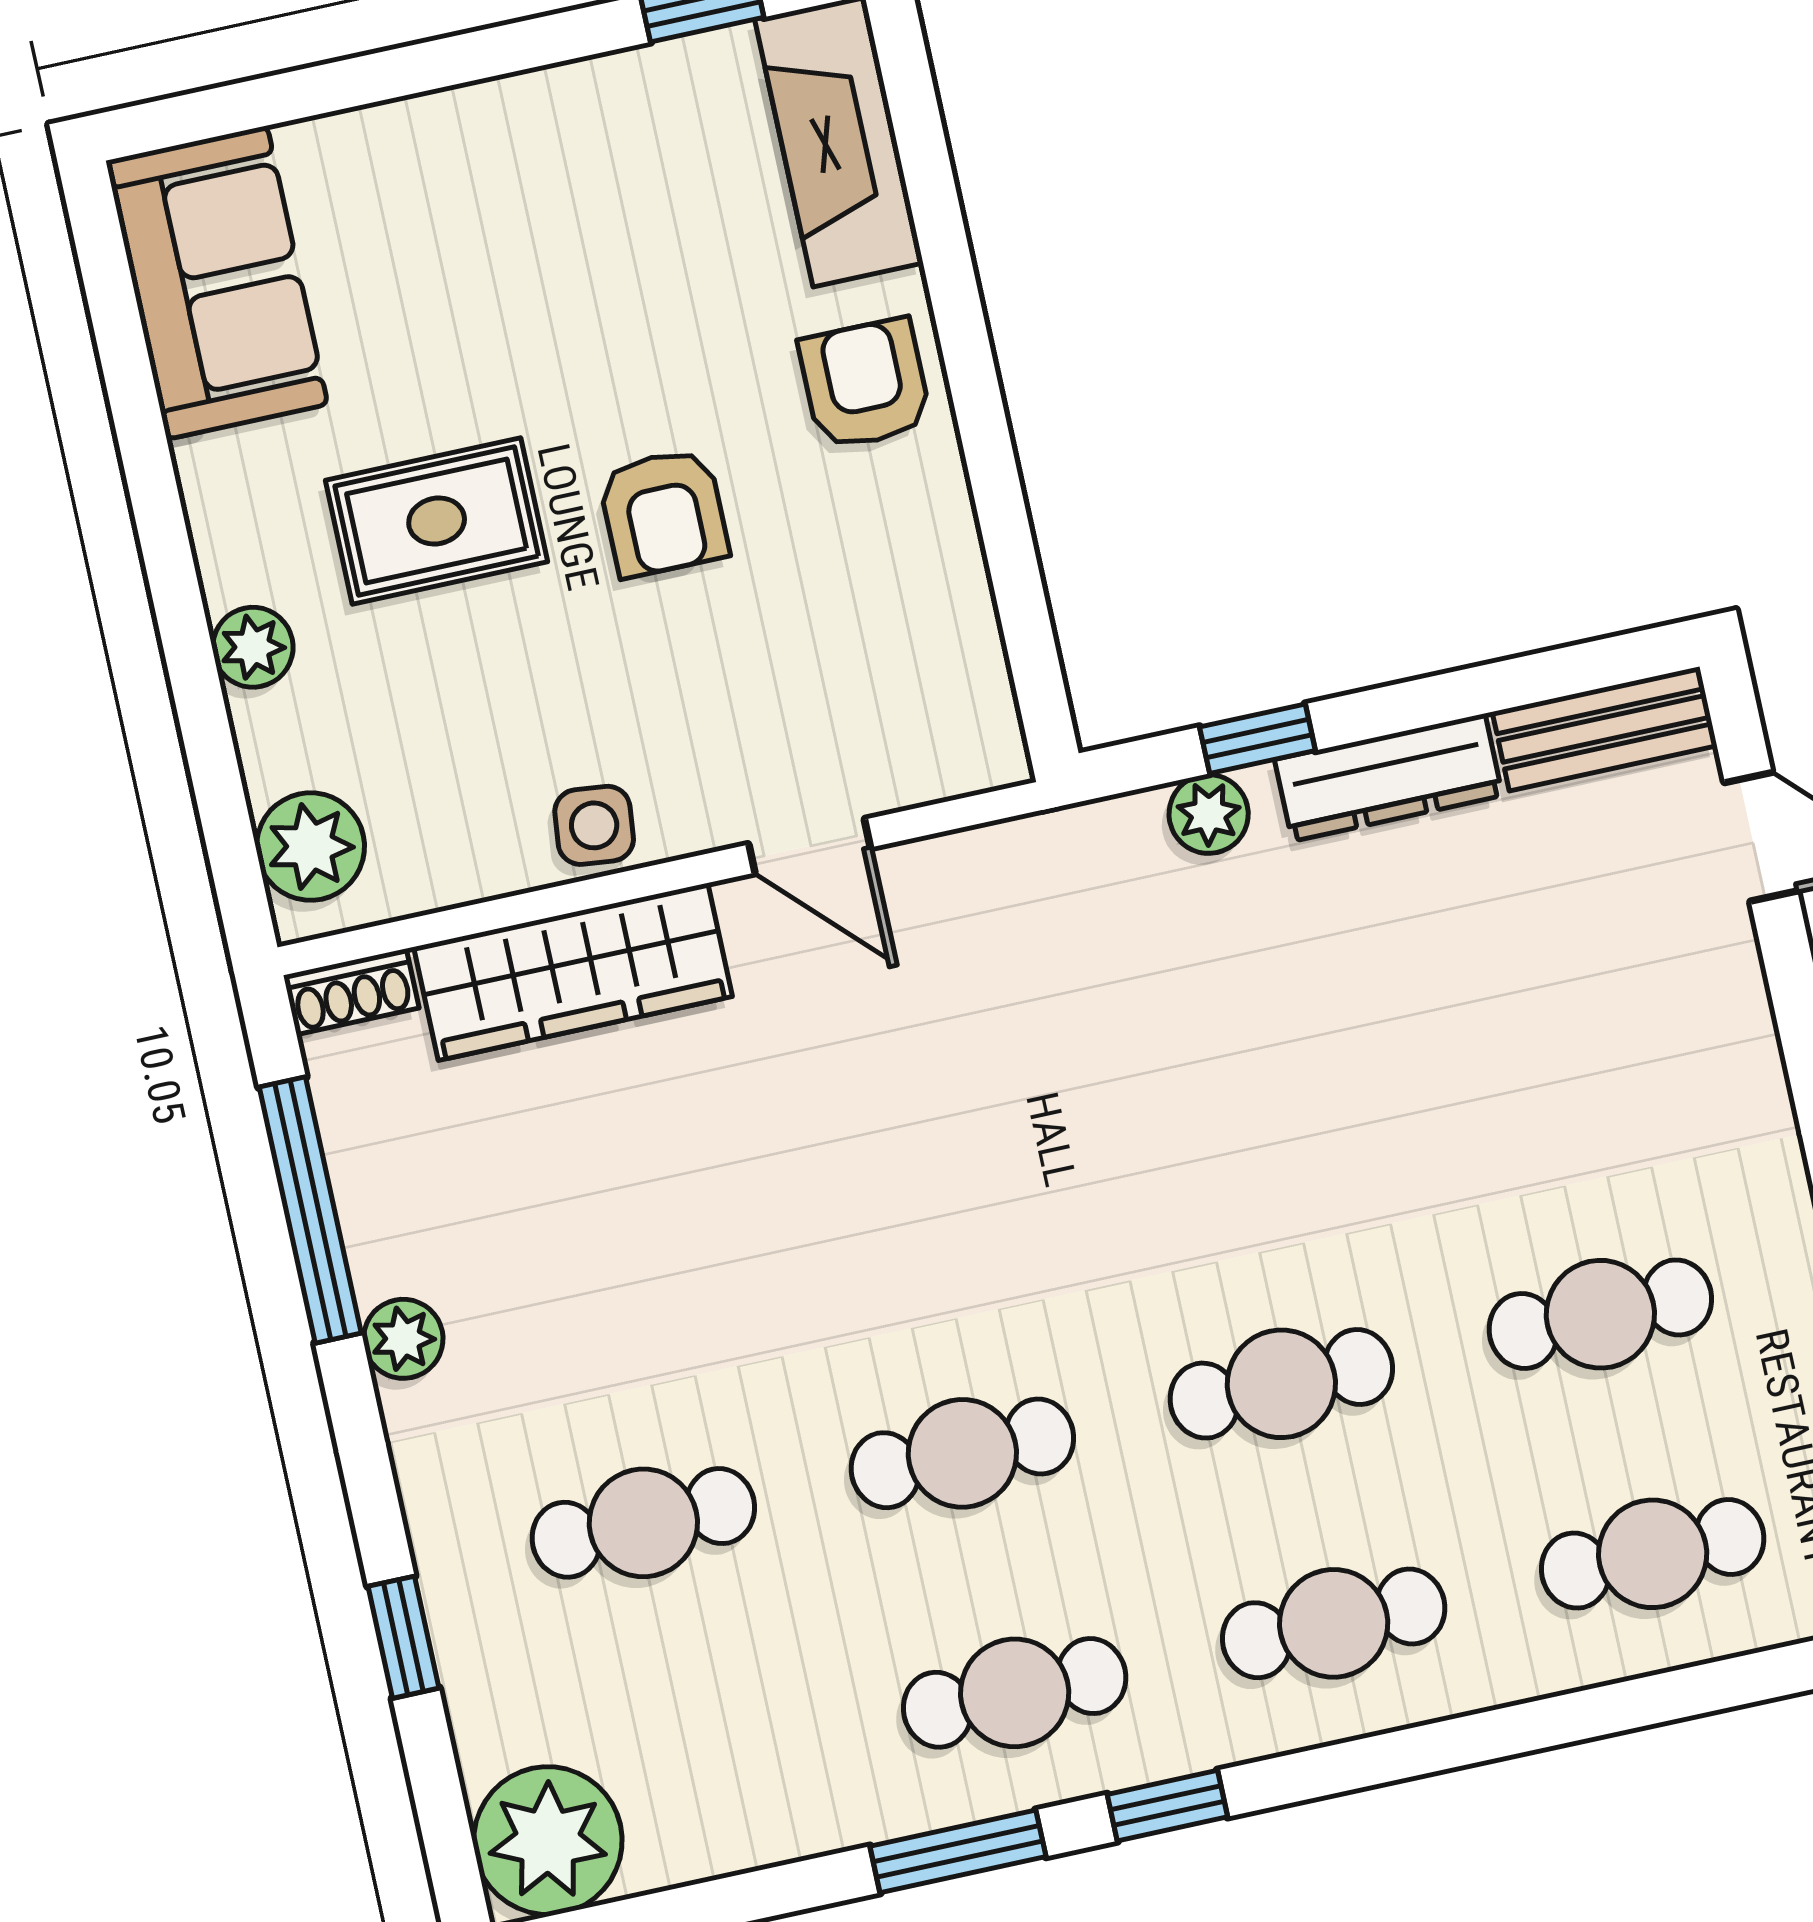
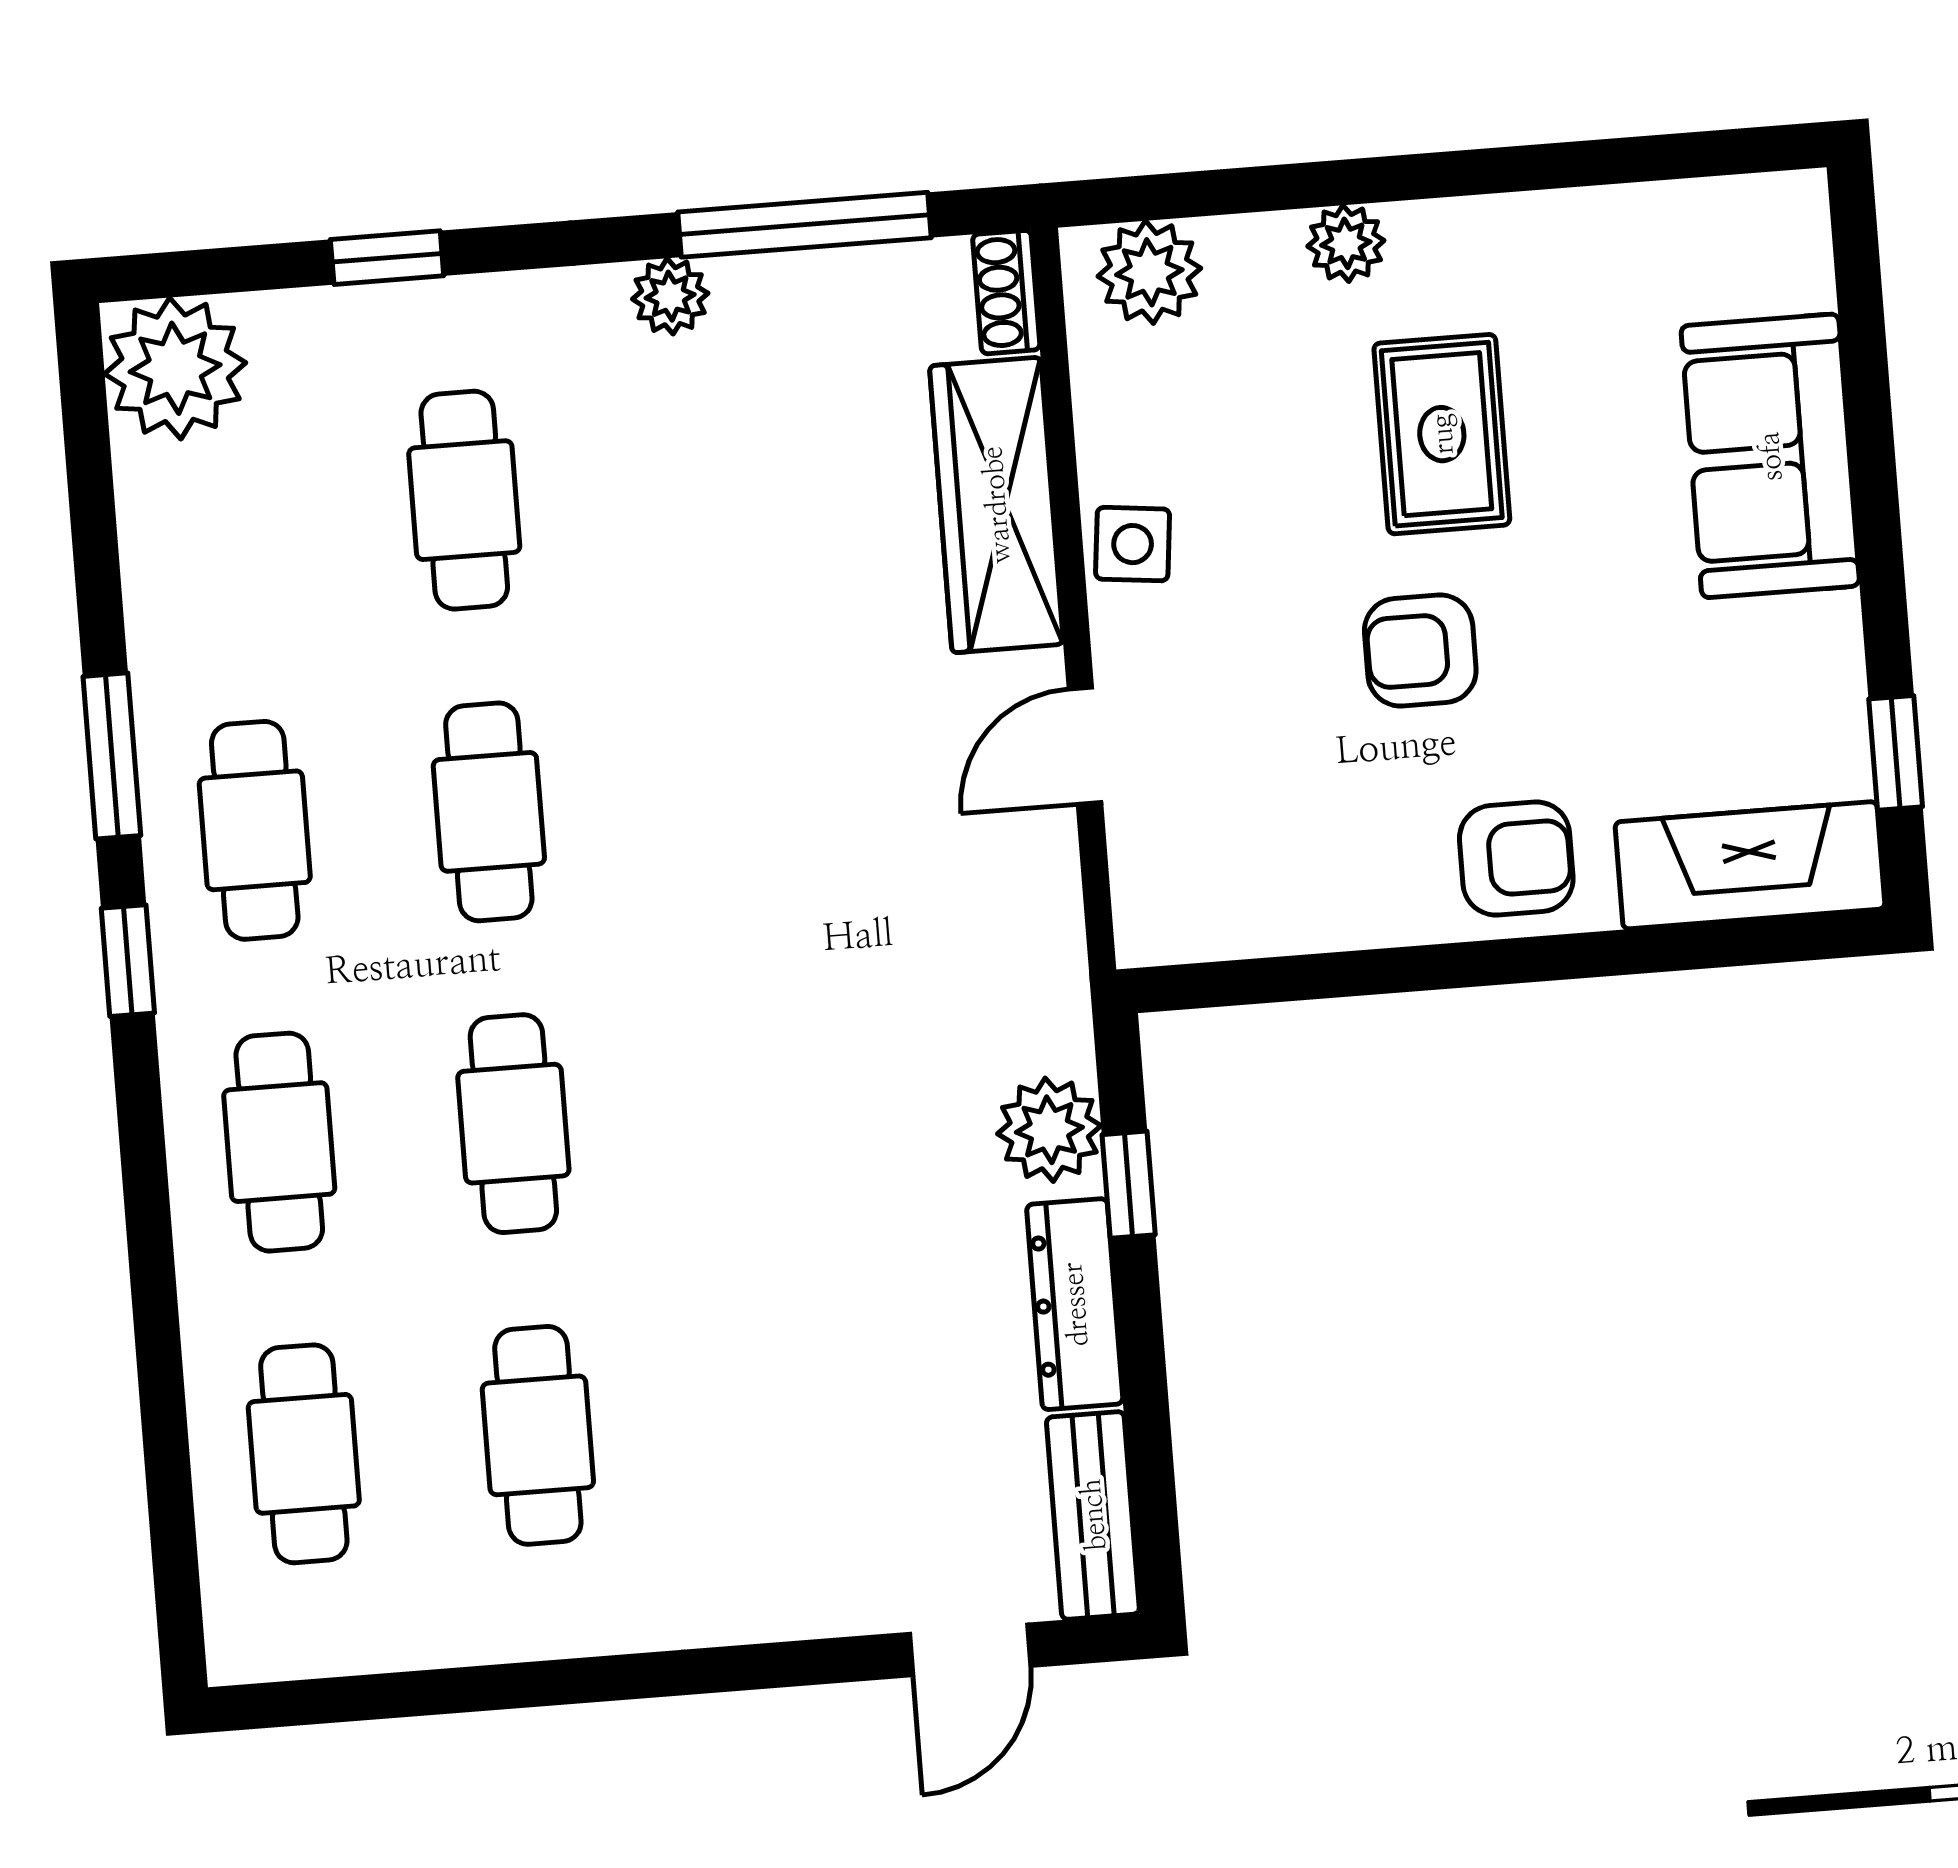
sofa: (217, 283) -> (1770, 456), moved, turned 90
plant: (1209, 814) -> (1049, 1130), width x1.38, depth x1.38

